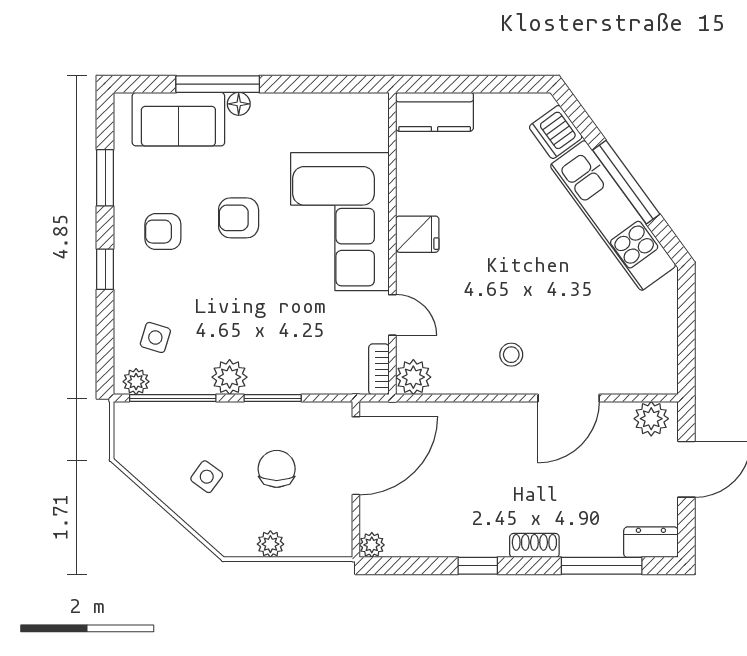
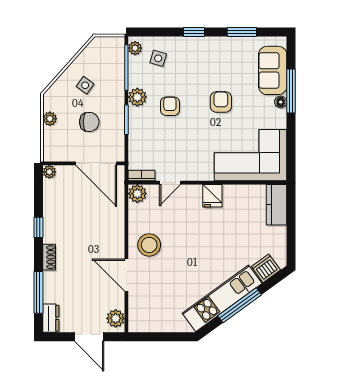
corner sofa: (340, 222) -> (251, 155), moved
armchair: (163, 232) -> (170, 106), moved
stool: (511, 355) -> (149, 245), width x1.89, depth x1.89

